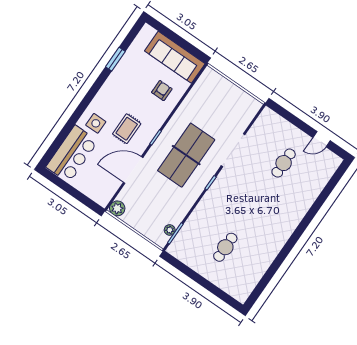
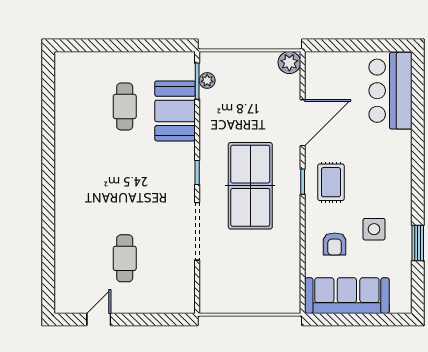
side table: (96, 123) -> (374, 229), moved
rug: (127, 129) -> (331, 182), moved
booth: (199, 225) -> (175, 111), added

